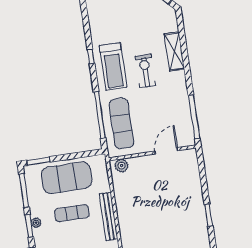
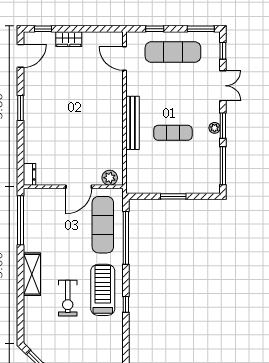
shelving: (174, 51) -> (32, 274), moved
exercise bike: (145, 71) -> (68, 298), moved
door: (166, 151) -> (79, 187), moved
dresser: (192, 158) -> (29, 174), added
window: (38, 161) -> (173, 196), moved
exercise mat: (67, 178) -> (173, 173), removed

